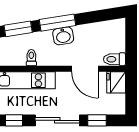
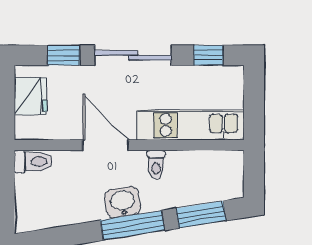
toilet: (31, 58) -> (156, 164), moved
door: (85, 69) -> (106, 145), moved
fridge: (116, 82) -> (31, 96), moved

